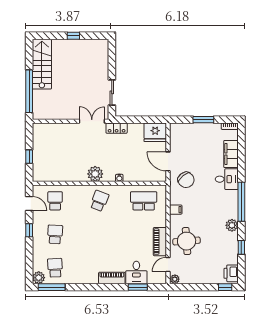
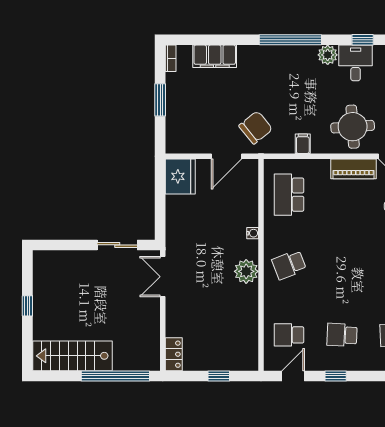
locker: (117, 128) -> (174, 354), moved
desk: (227, 179) -> (356, 63), moved
school desk: (99, 201) -> (289, 265), turned -42

